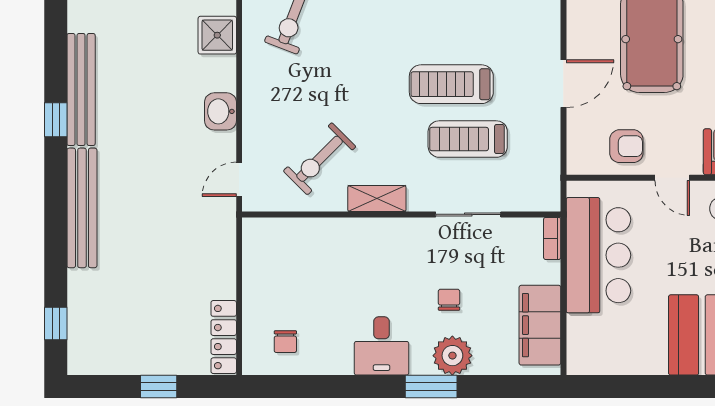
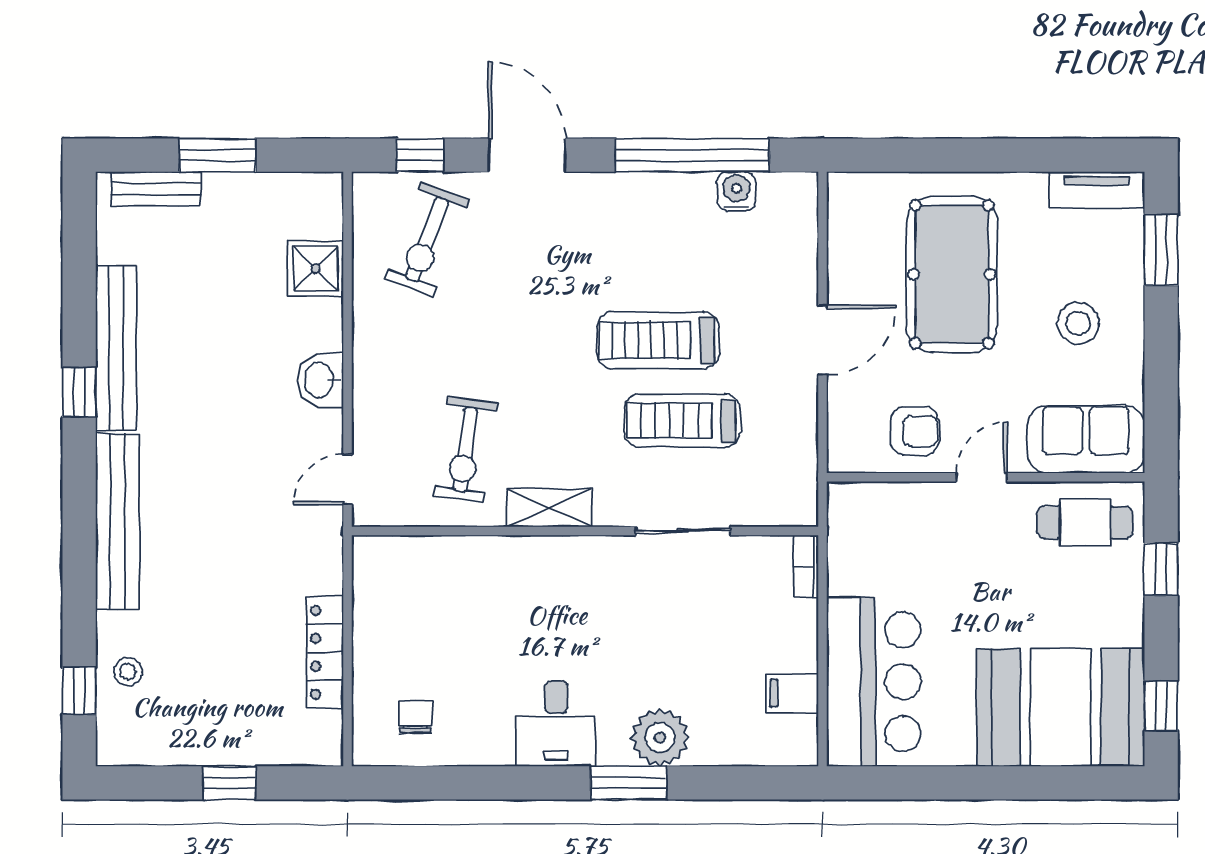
exercise bike: (320, 159) -> (465, 450), turned -37
door: (672, 178) -> (982, 477), swing flipped
bar counter: (598, 255) -> (874, 682), moved
chair: (449, 300) -> (655, 656), removed
stool: (89, 310) -> (128, 672), added
filing cabinet: (540, 325) -> (792, 693), width x0.33, depth x0.86
locker: (224, 337) -> (325, 652), moved
chair: (285, 342) -> (415, 717), turned 180

